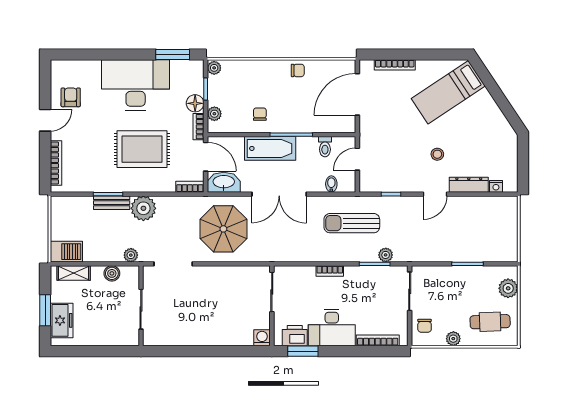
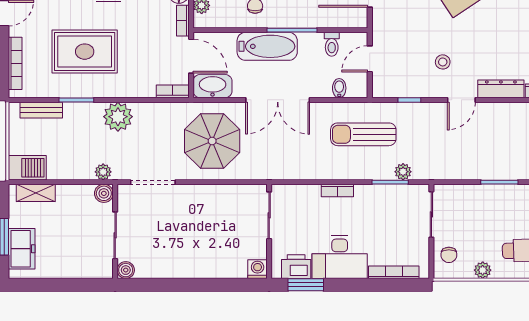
rug: (142, 149) -> (85, 52), moved
stool: (437, 154) -> (443, 62), moved
bench: (112, 203) -> (41, 110), moved
boiler: (112, 273) -> (104, 193), moved
boiler: (150, 339) -> (126, 270), added

